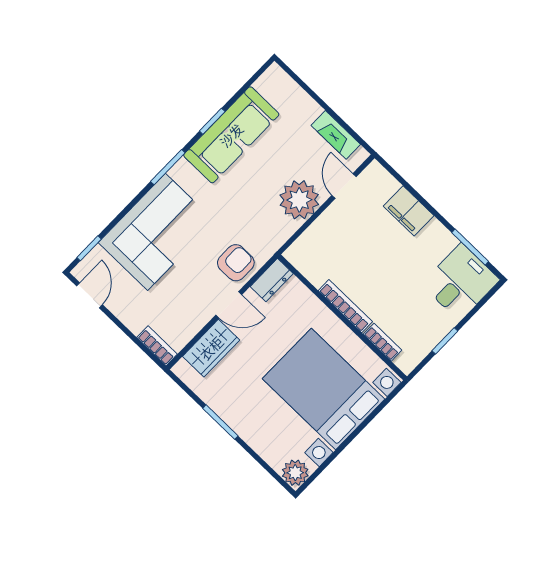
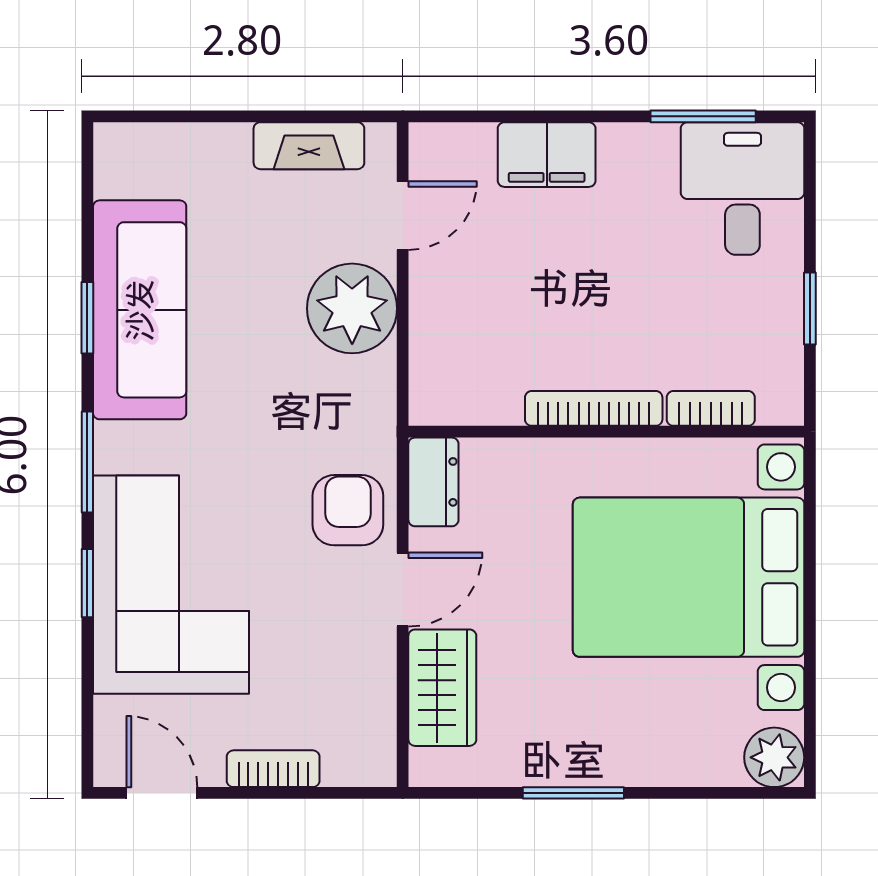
door: (344, 186) -> (403, 216), swing flipped
window: (89, 248) -> (87, 583), moved
bookcase: (157, 346) -> (273, 769), moved

